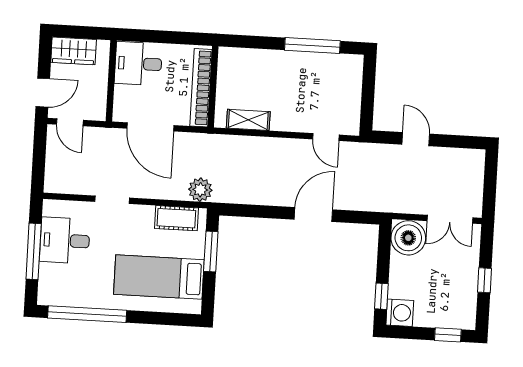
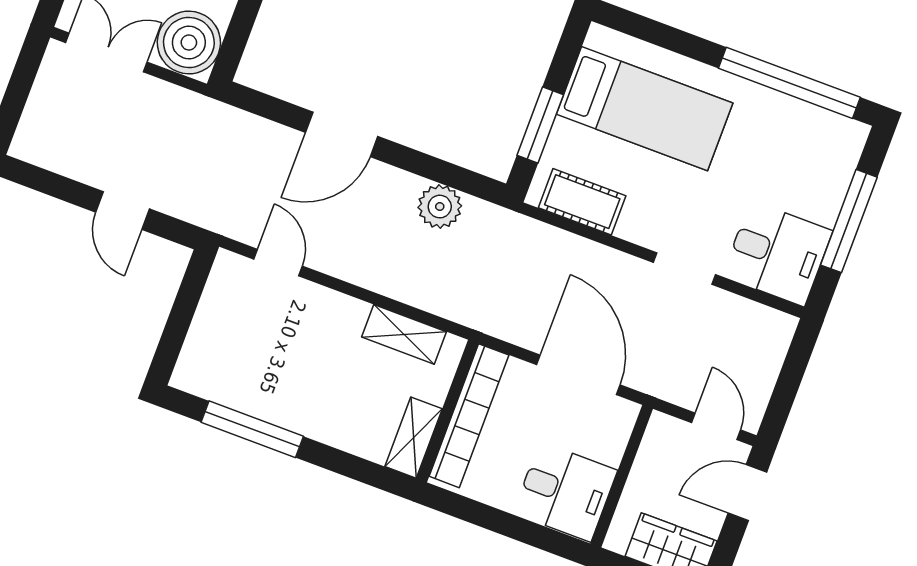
shelving: (227, 67) -> (414, 438), added
plant: (200, 190) -> (440, 207), moved
desk: (65, 240) -> (777, 254), moved

